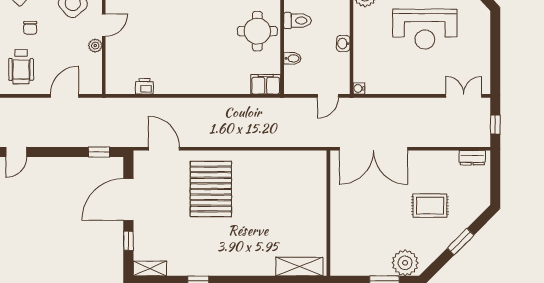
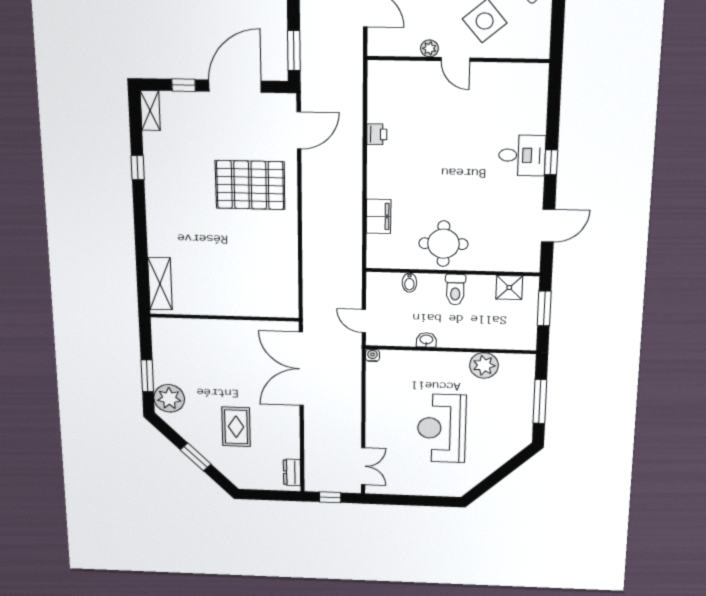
filing cabinet: (266, 84) -> (379, 216), moved
printer: (144, 86) -> (377, 134), moved
window: (99, 152) -> (294, 51), width x1.50
door: (128, 199) -> (235, 86), hinge flipped

